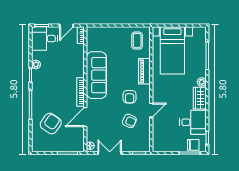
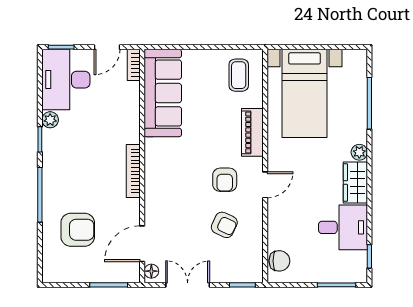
desk: (44, 39) -> (66, 80), width x1.37
sofa: (96, 75) -> (163, 93), moved
door: (151, 110) -> (265, 185), moved
door: (85, 117) -> (142, 244), moved
armchair: (51, 124) -> (78, 230), turned 55
chair: (193, 145) -> (279, 261), moved

